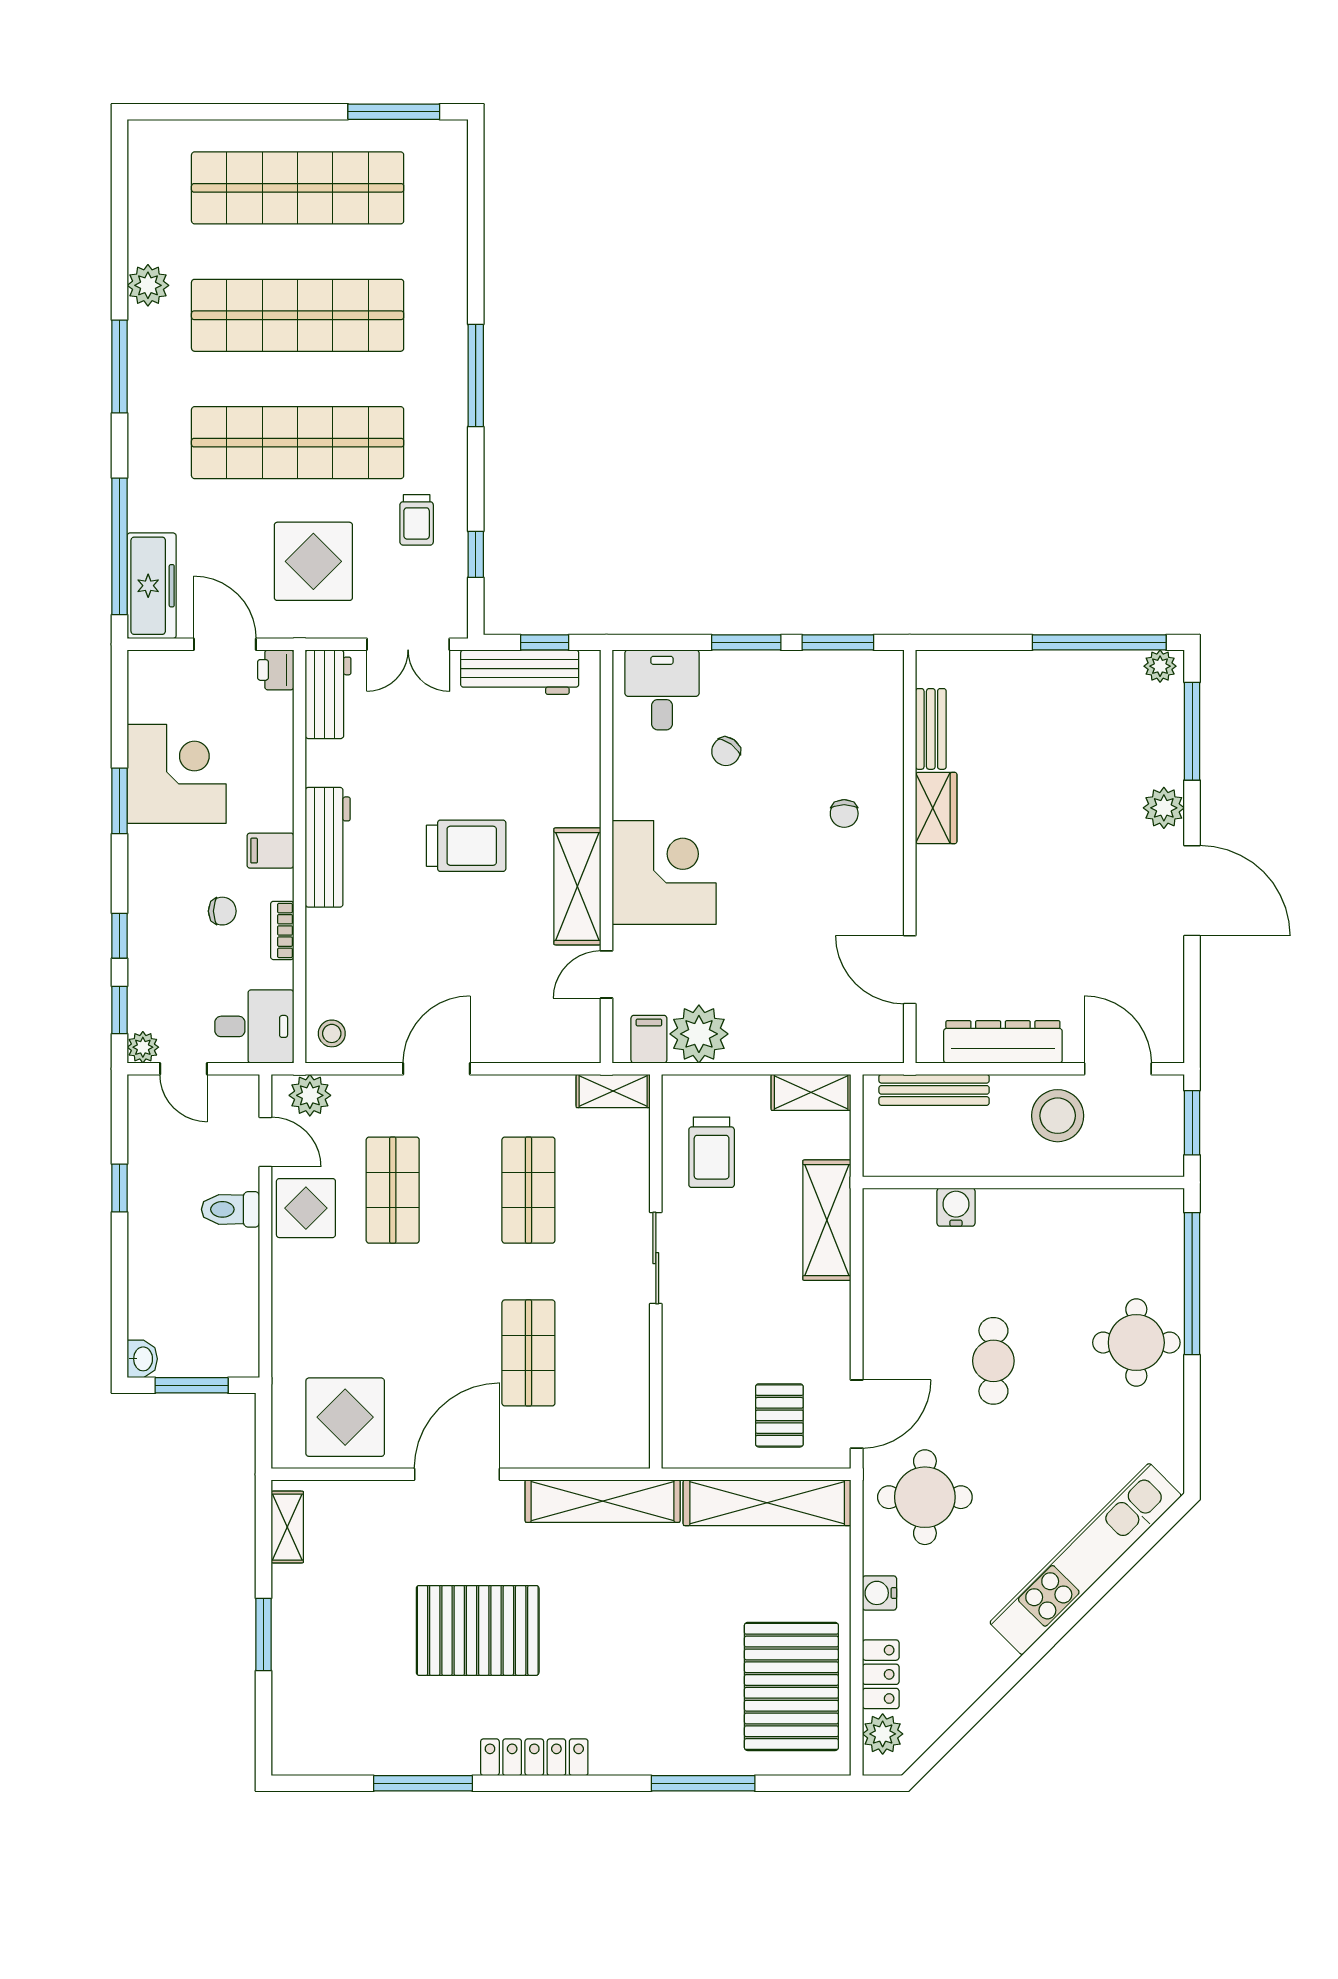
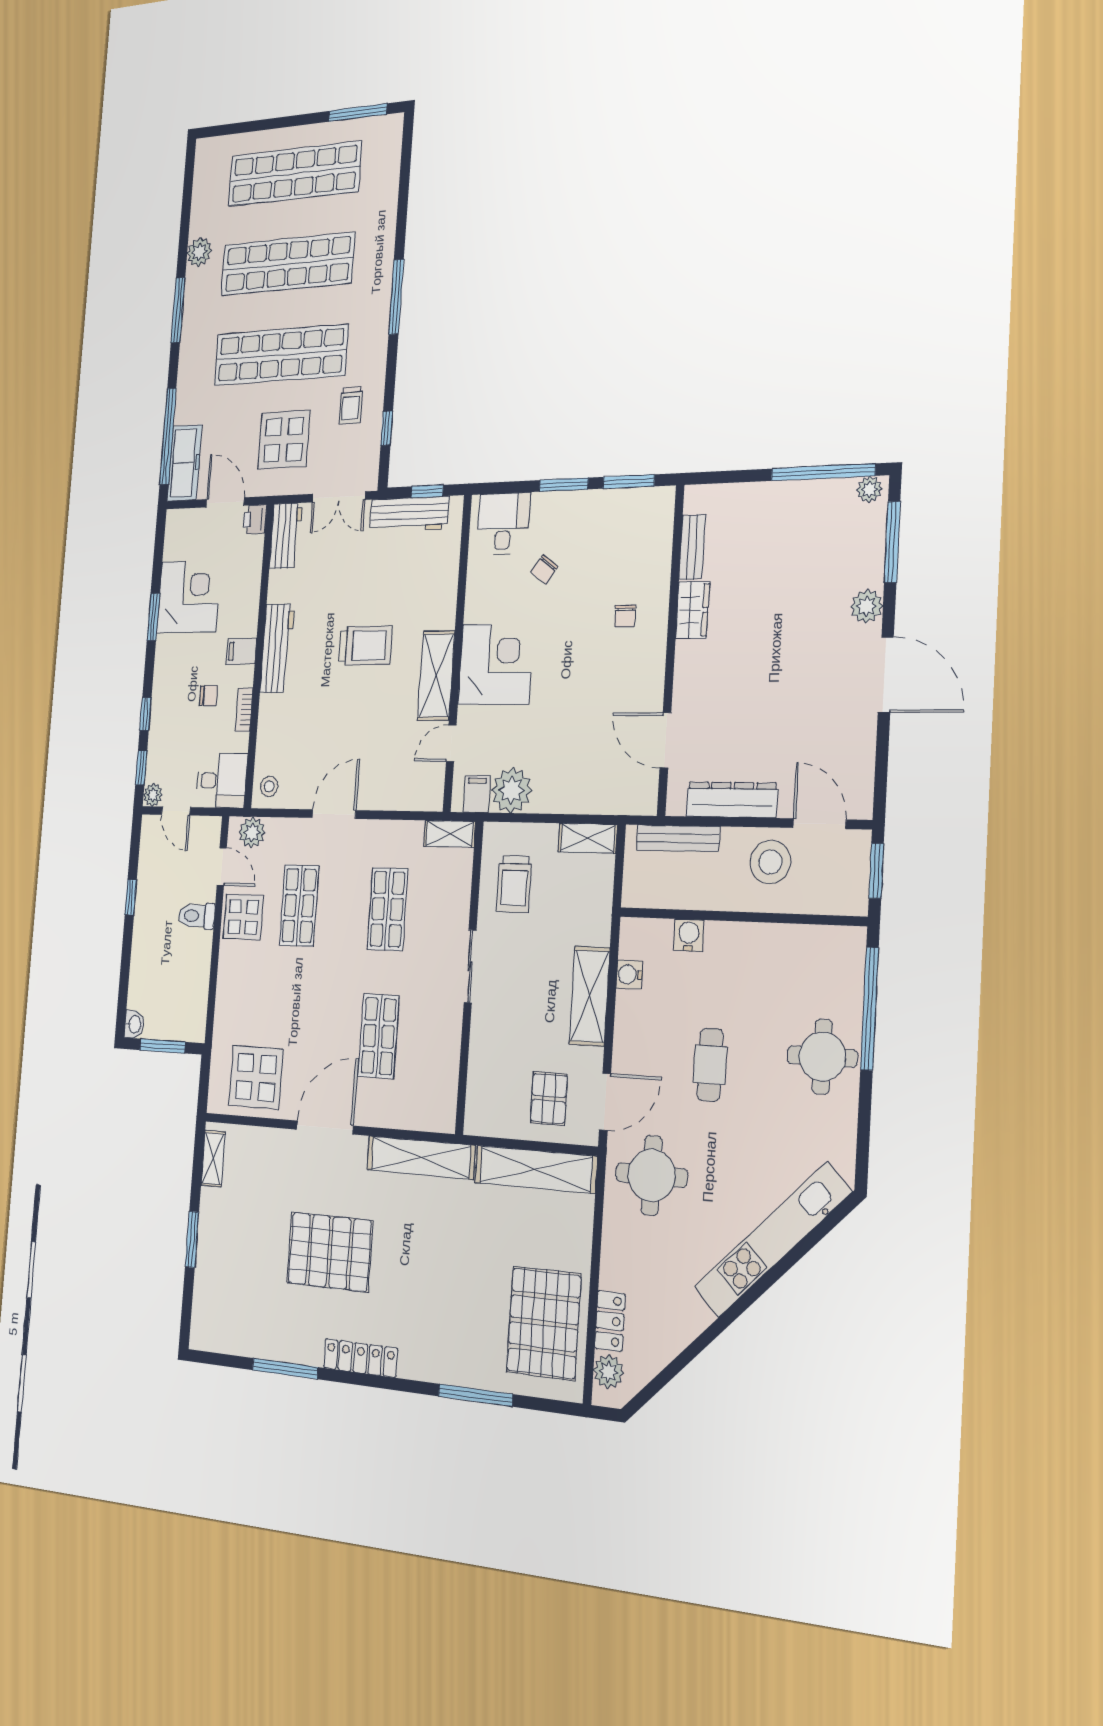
shelving: (827, 1220) -> (590, 996), moved
water cooler: (879, 1593) -> (629, 974), moved

